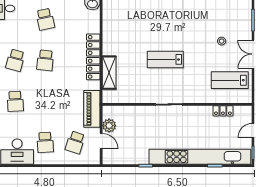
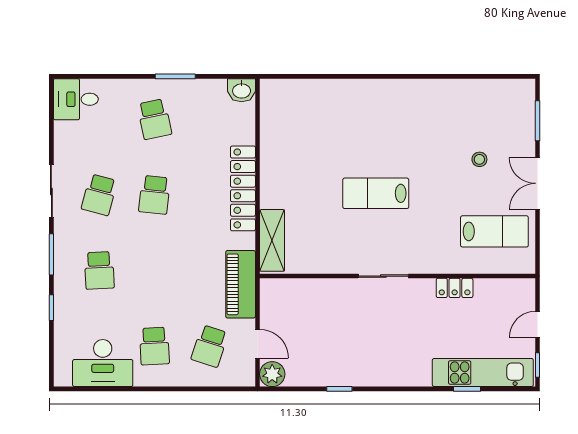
shelving: (109, 73) -> (272, 240), moved
lab bench: (230, 80) -> (494, 231), turned 180
locker: (223, 111) -> (455, 288), moved
plant: (109, 126) -> (272, 374), moved
kitchen unit: (200, 157) -> (483, 372), width x0.54

